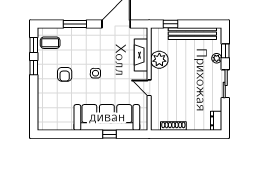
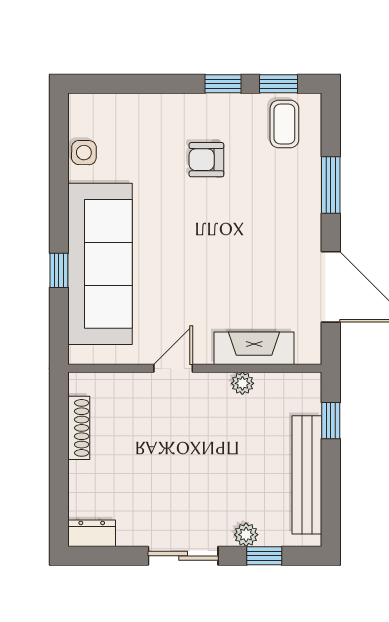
plant: (159, 60) -> (242, 383), width x0.53, depth x0.53
side table: (95, 73) -> (84, 153), moved

